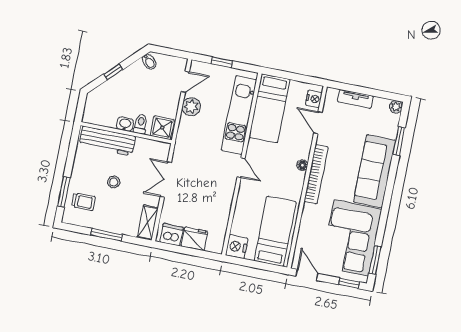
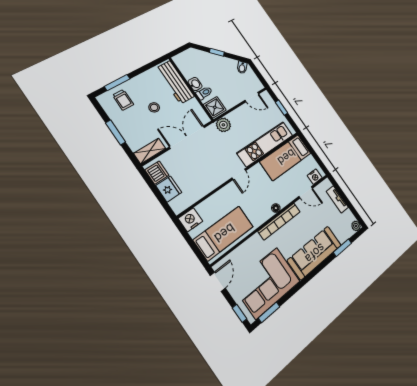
plant: (191, 107) -> (223, 125), moved
door: (318, 123) -> (306, 192), swing flipped
double door: (166, 180) -> (187, 137), width x1.37

